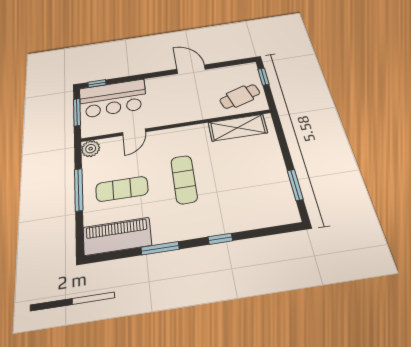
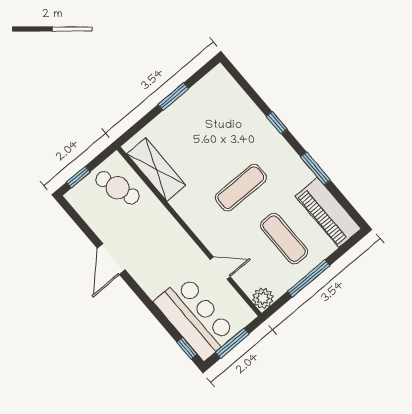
window: (295, 185) -> (173, 97), moved

